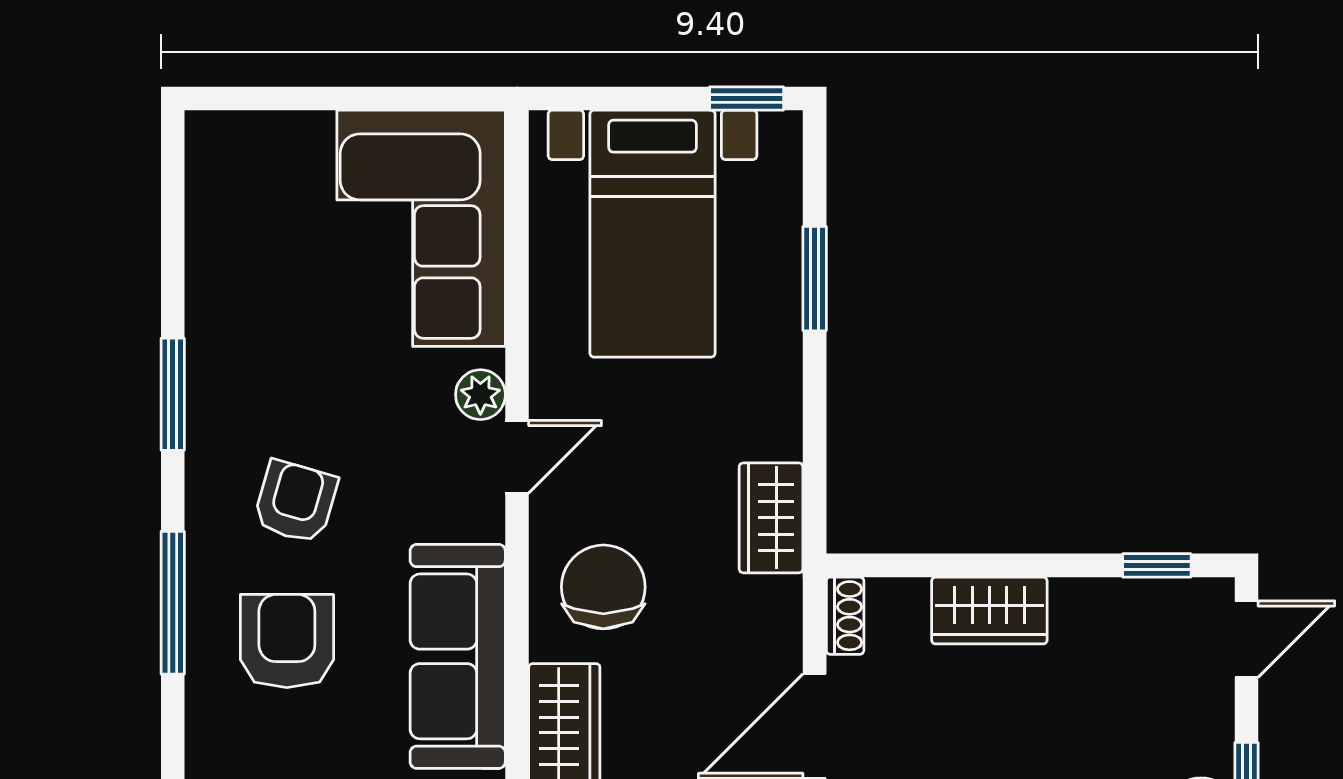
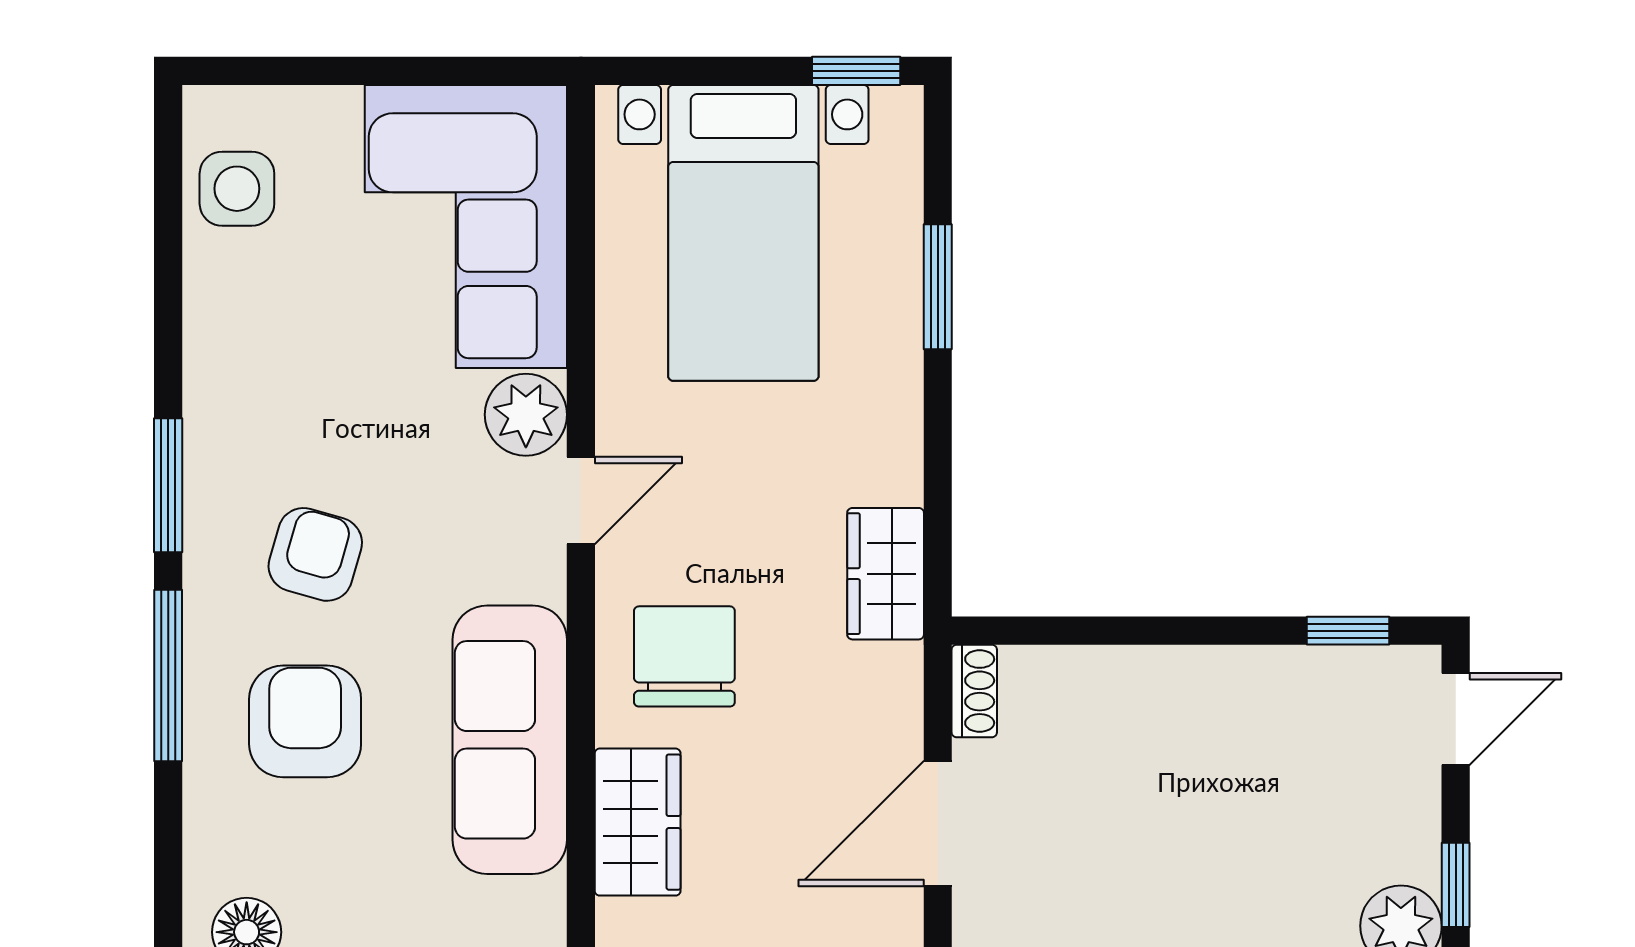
side table: (230, 197) -> (237, 189), added
window: (173, 394) -> (168, 485), moved
plant: (480, 395) -> (526, 415), width x1.38, depth x1.38
wardrobe: (989, 611) -> (1147, 685), removed

